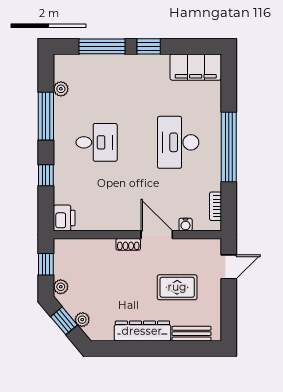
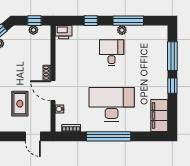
plant: (61, 89) -> (122, 30), moved
desk: (97, 142) -> (112, 53), turned 180
desk: (178, 142) -> (112, 104), width x1.36, depth x1.30
door: (157, 235) -> (53, 91), swing flipped
plant: (61, 287) -> (33, 30), moved

